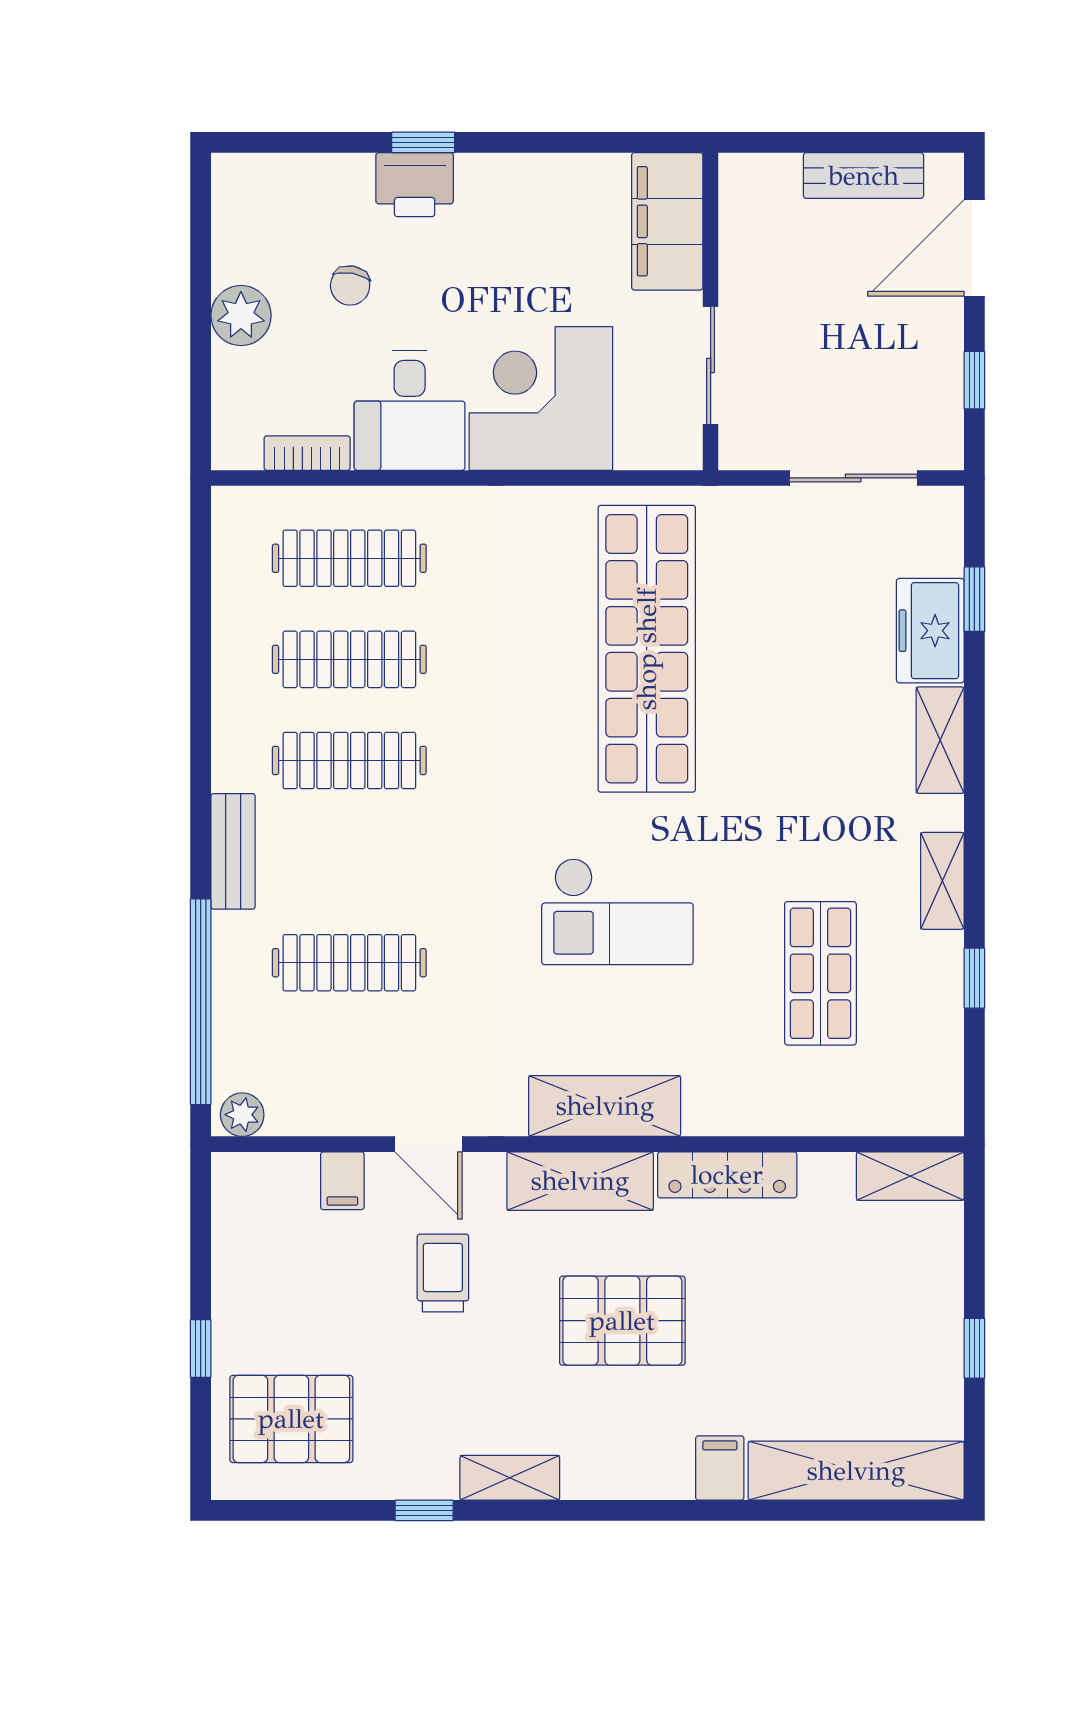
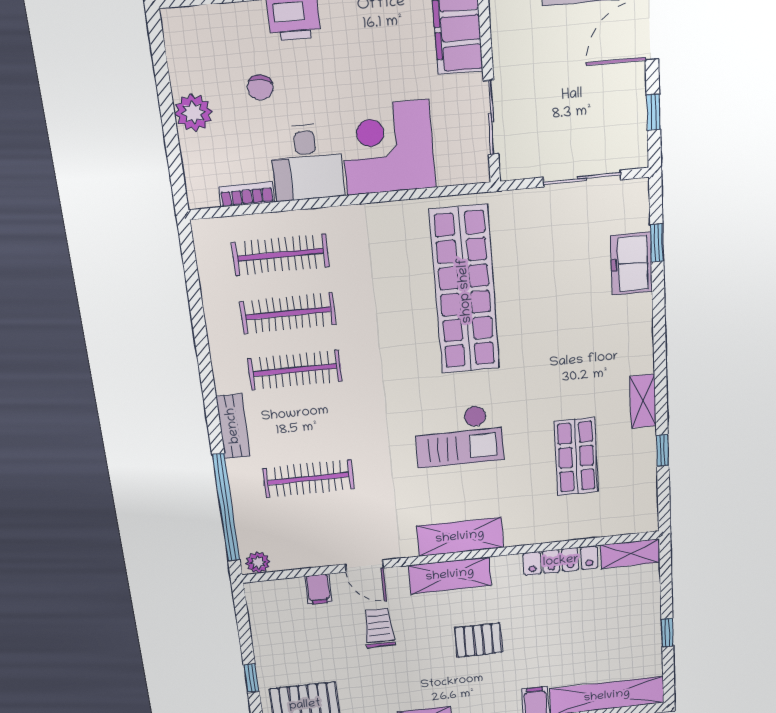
shelving: (940, 740) -> (639, 325), removed
locker: (727, 1175) -> (561, 561), moved
pallet: (622, 1321) -> (479, 640), width x0.67, depth x0.71

